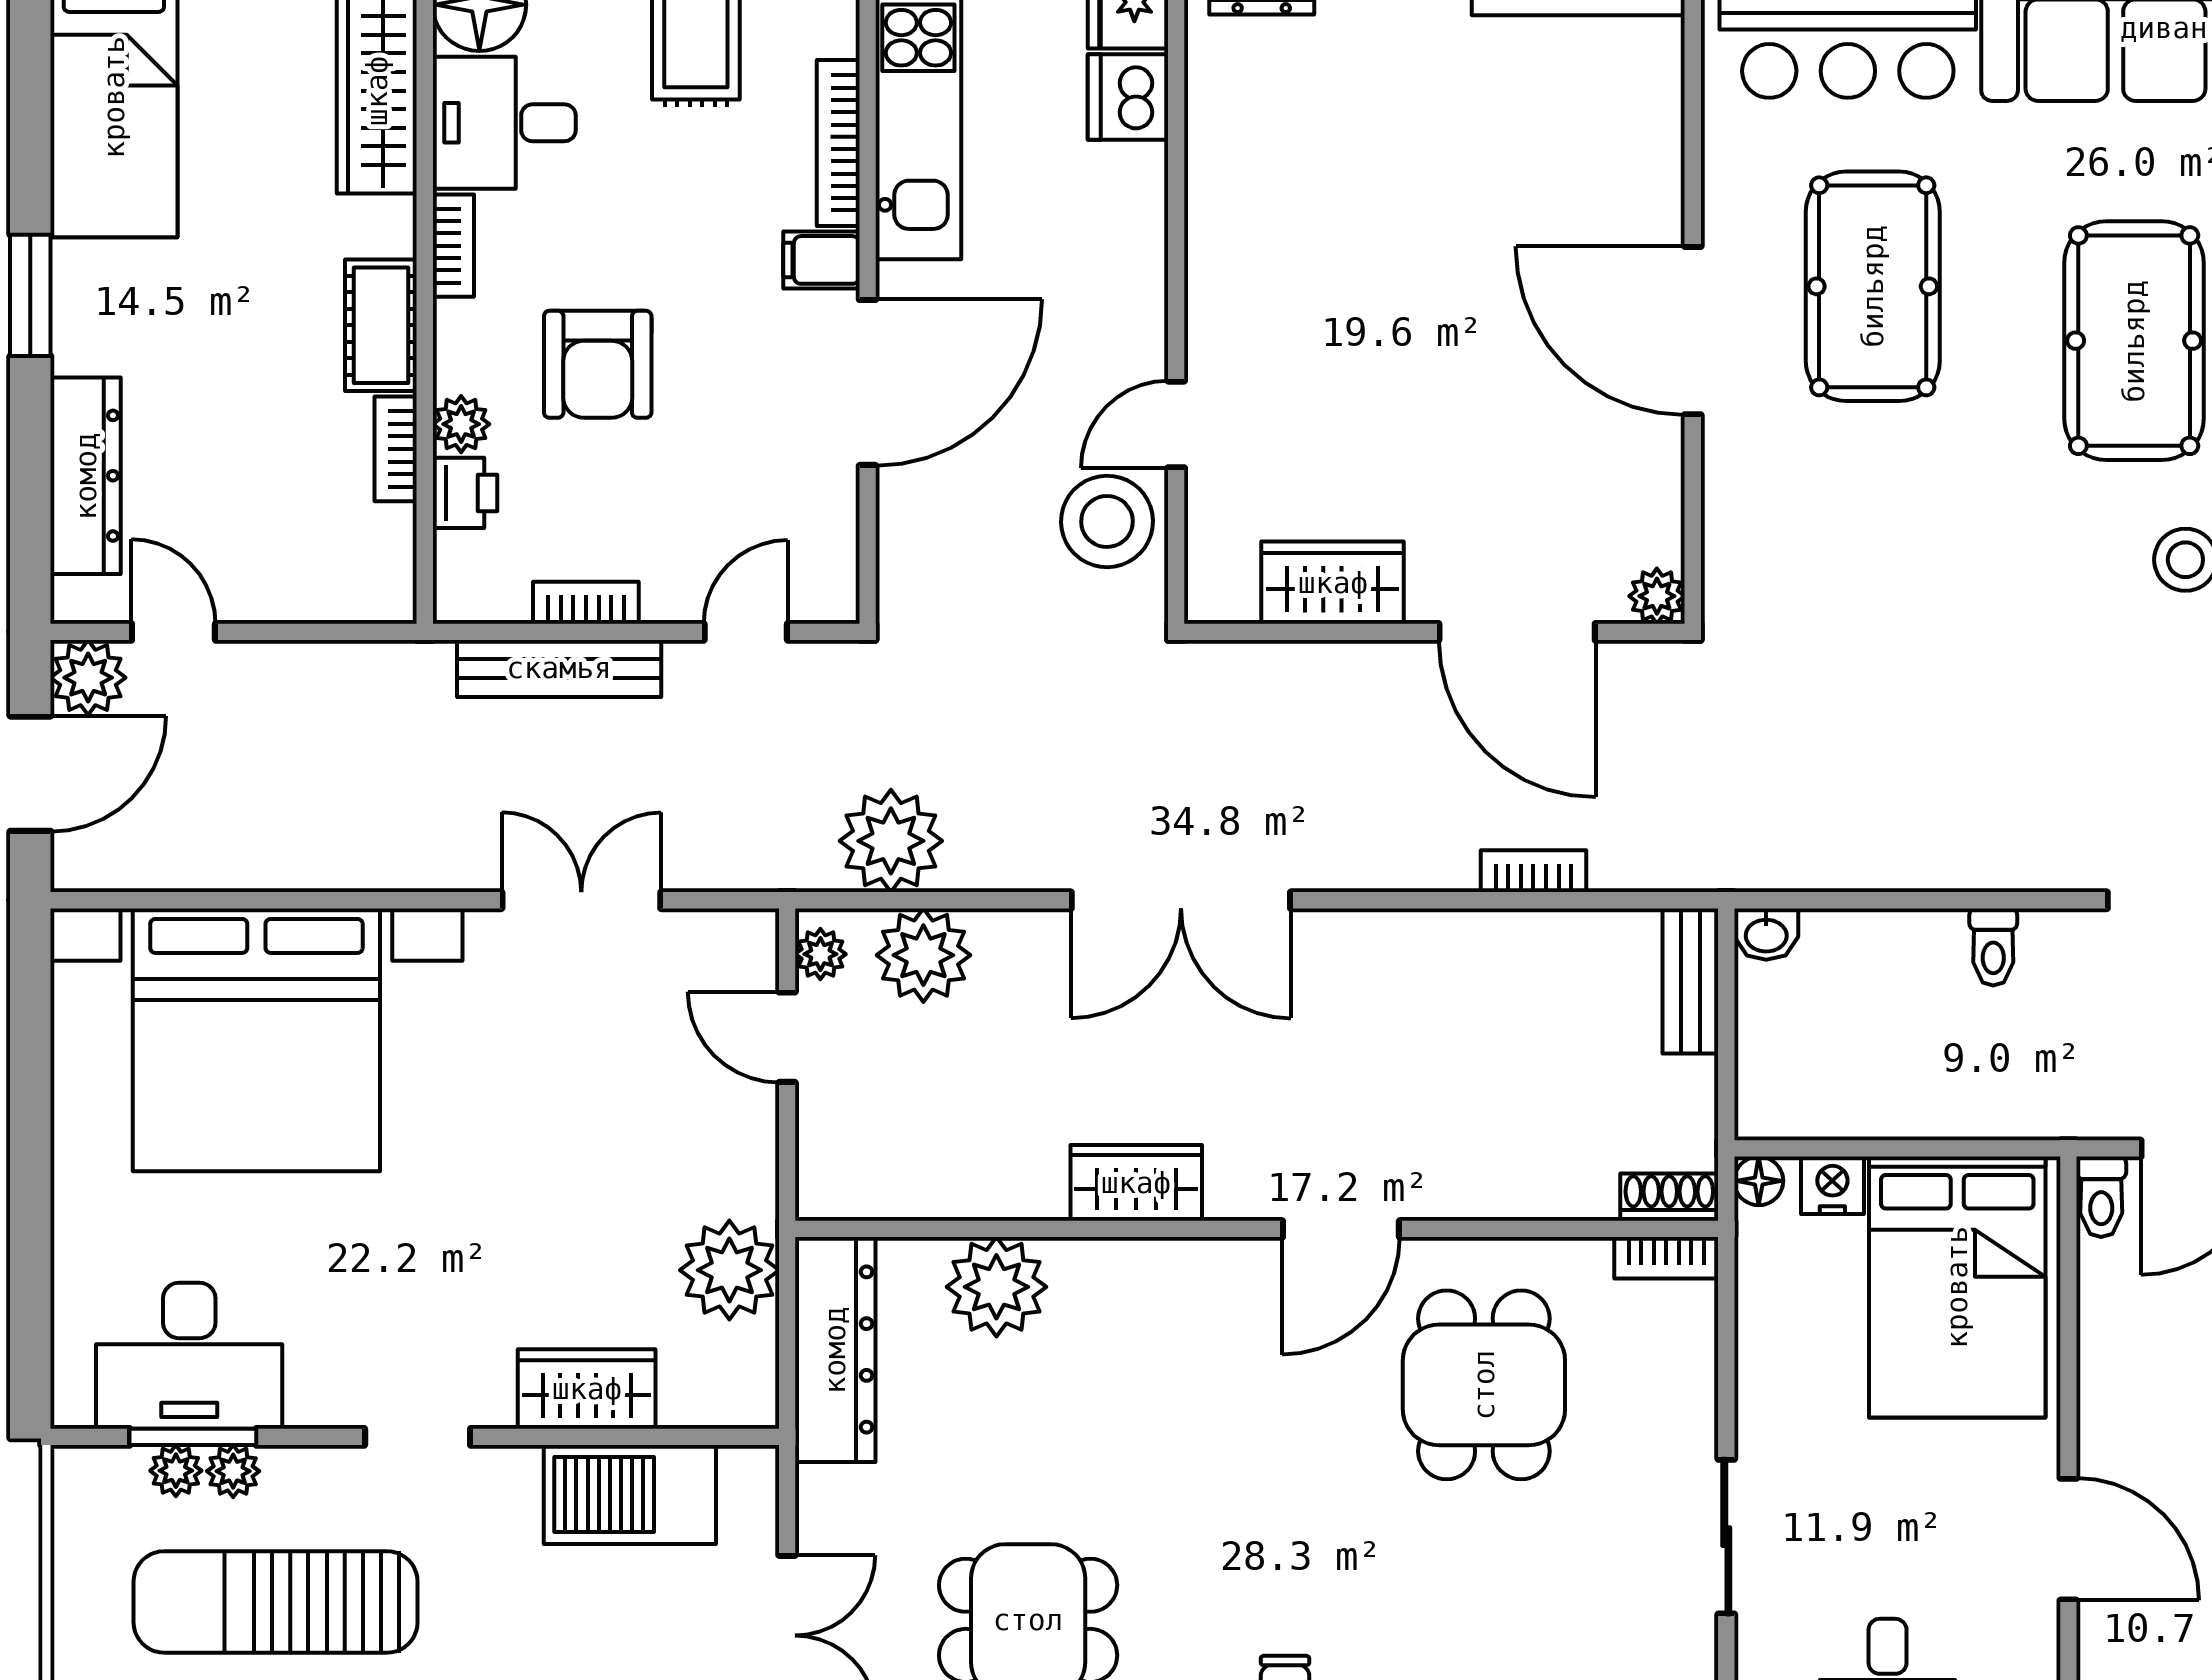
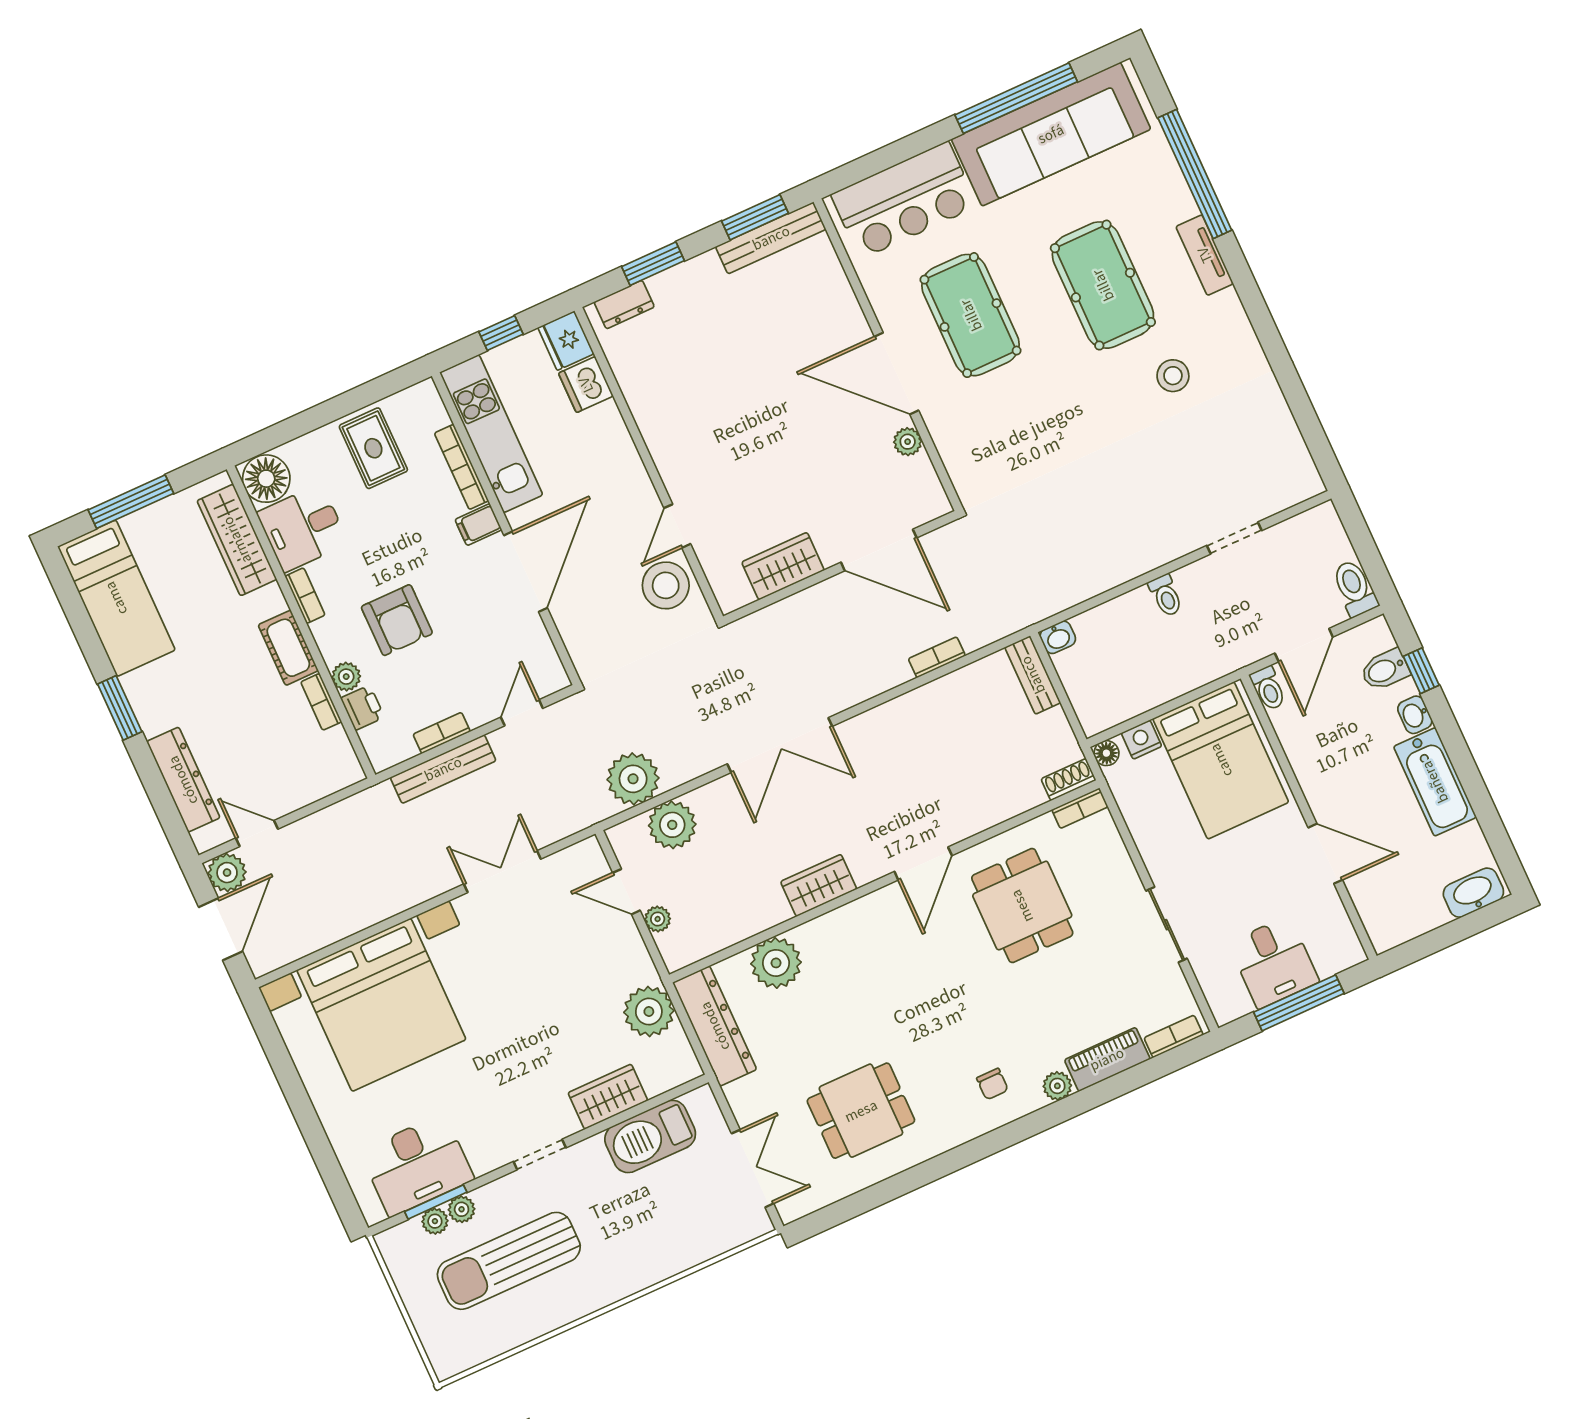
plant: (1657, 596) -> (908, 442), moved
plant: (820, 954) -> (658, 919), moved

